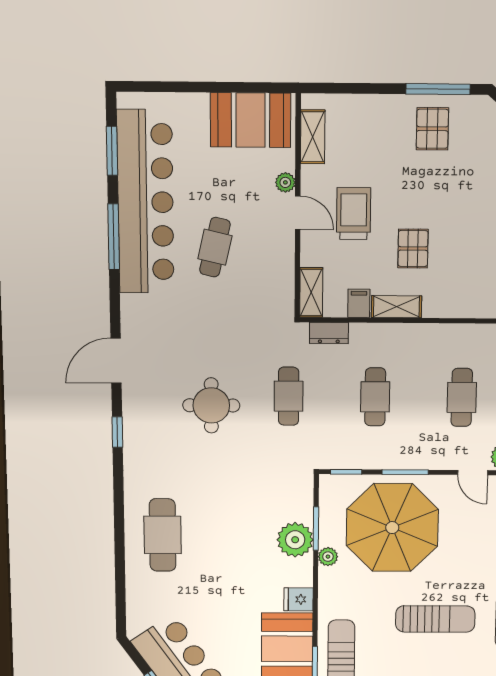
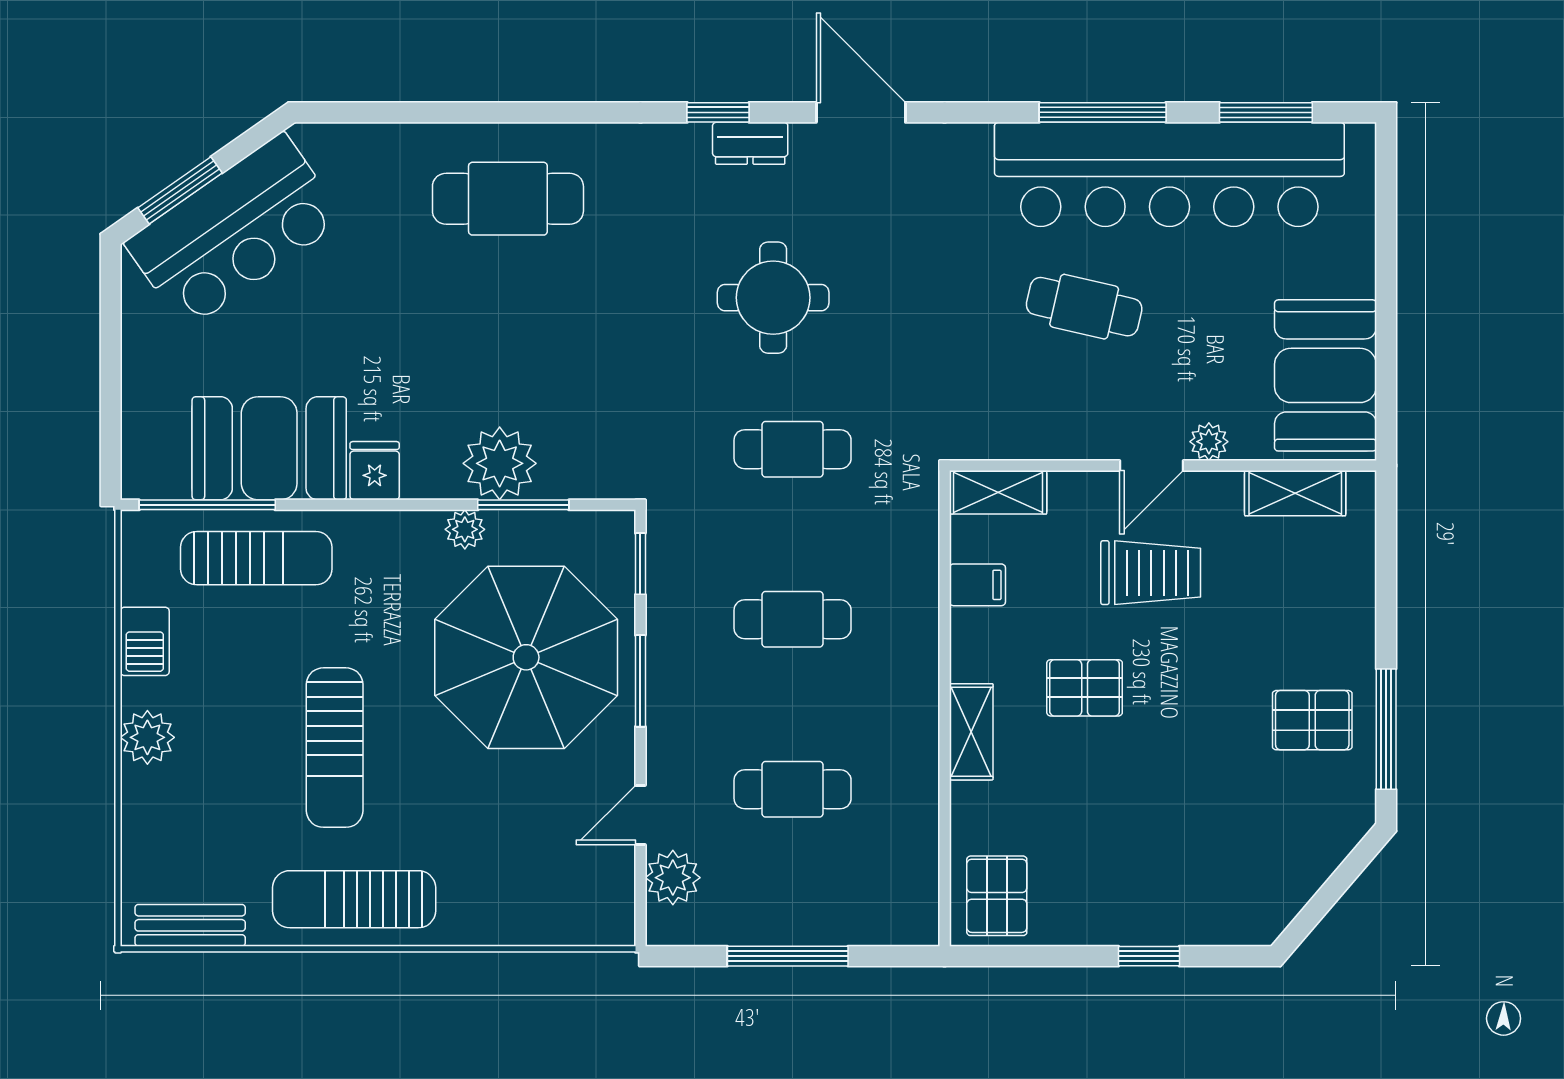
shelving: (396, 307) -> (971, 732), moved
dresser: (329, 333) -> (750, 143), moved, turned -90

